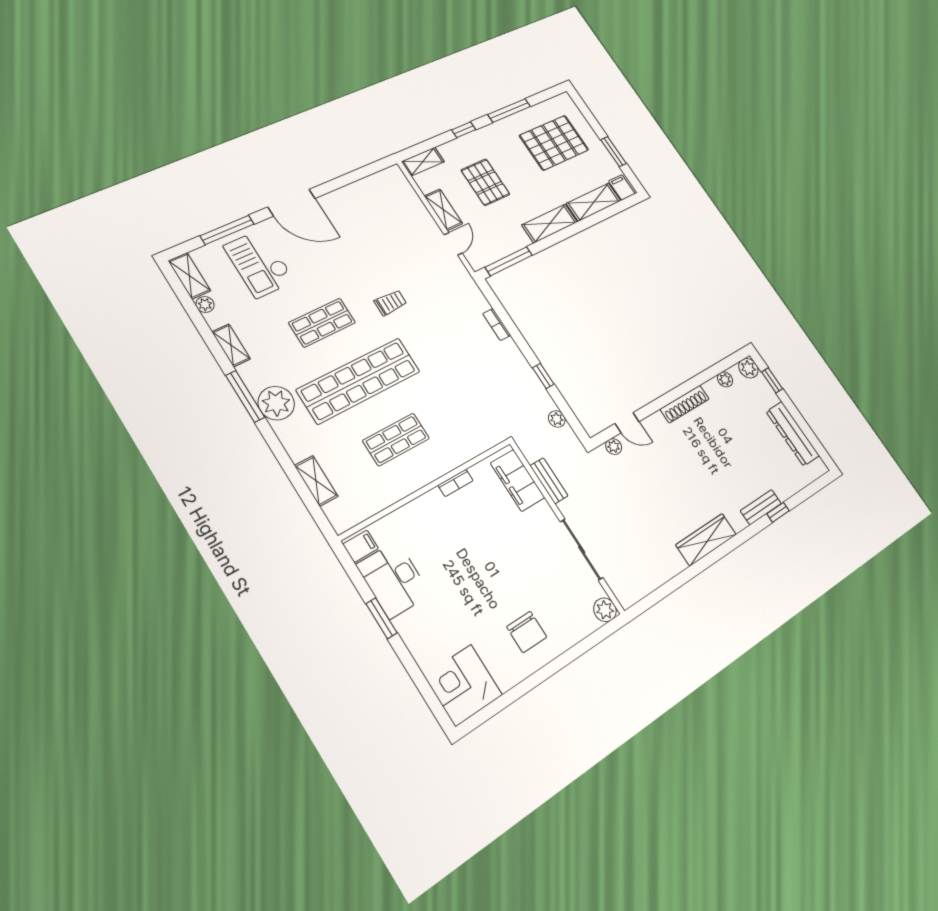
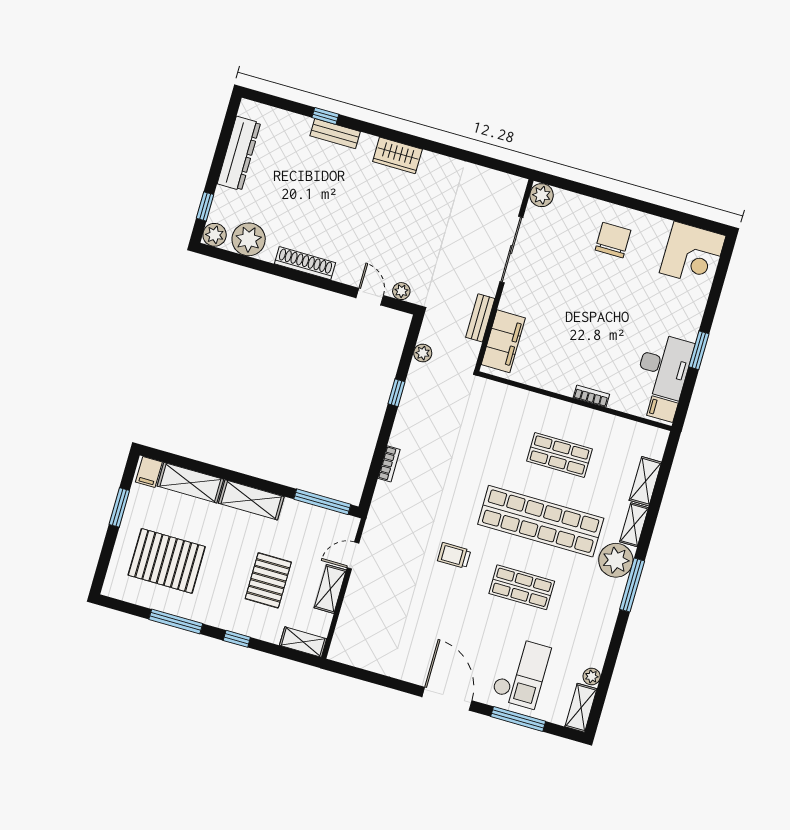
shelving: (231, 345) -> (634, 525), moved
plant: (725, 379) -> (249, 239), width x1.87, depth x1.87
bookcase: (456, 483) -> (591, 396), moved
wardrobe: (706, 540) -> (397, 155), width x0.67

